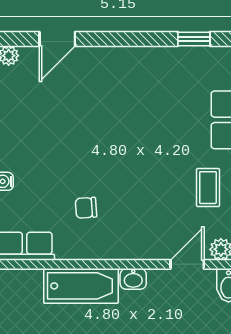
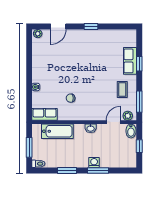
window: (194, 39) -> (91, 27), moved
bathtub: (81, 286) -> (57, 131), moved

